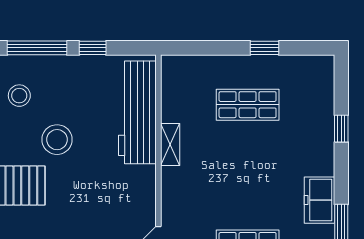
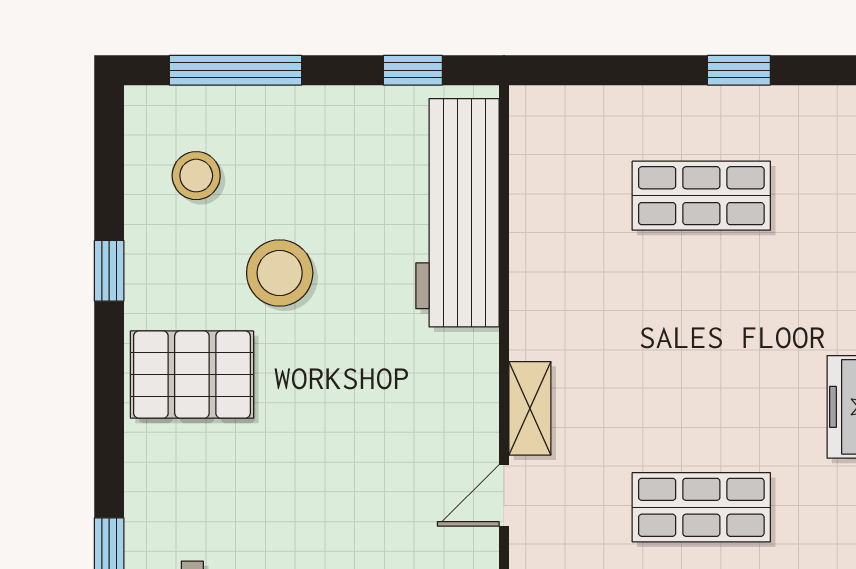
window: (93, 48) -> (413, 70), moved
shelving: (170, 145) -> (530, 408), moved

